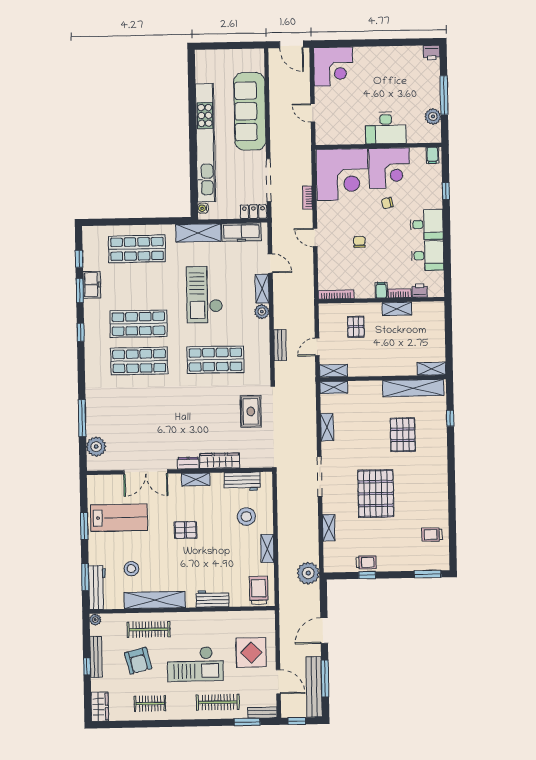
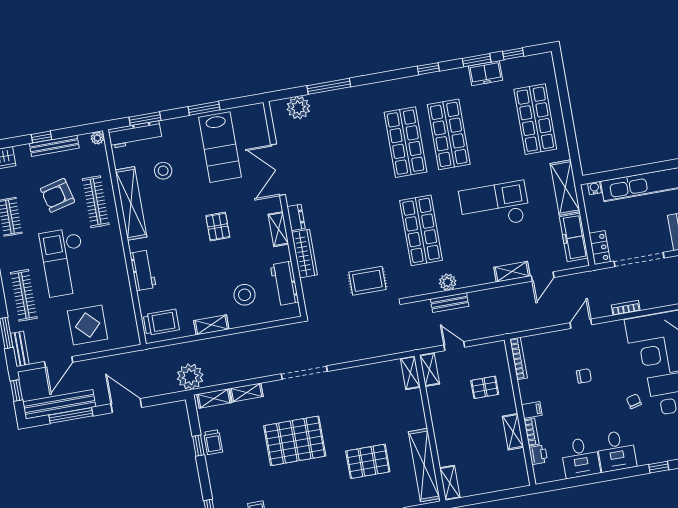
plant: (262, 312) -> (448, 282), moved
shelving: (327, 427) -> (214, 398), moved

